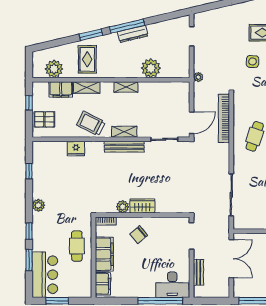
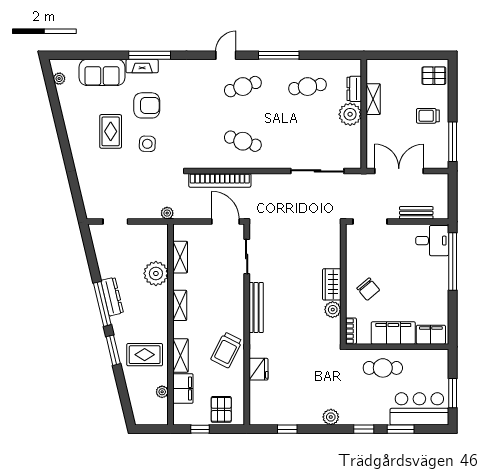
plant: (54, 69) -> (162, 392), width x0.53, depth x0.53
shelving: (124, 132) -> (180, 257), moved
desk: (172, 285) -> (432, 241), width x0.73

